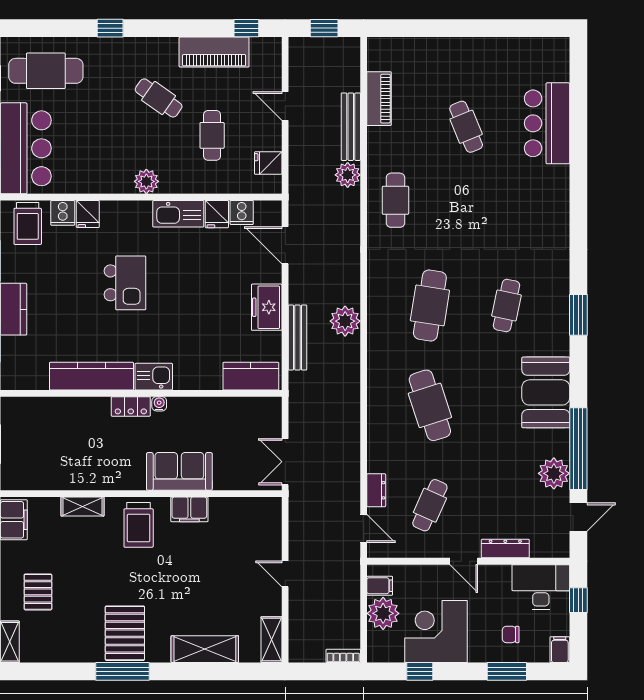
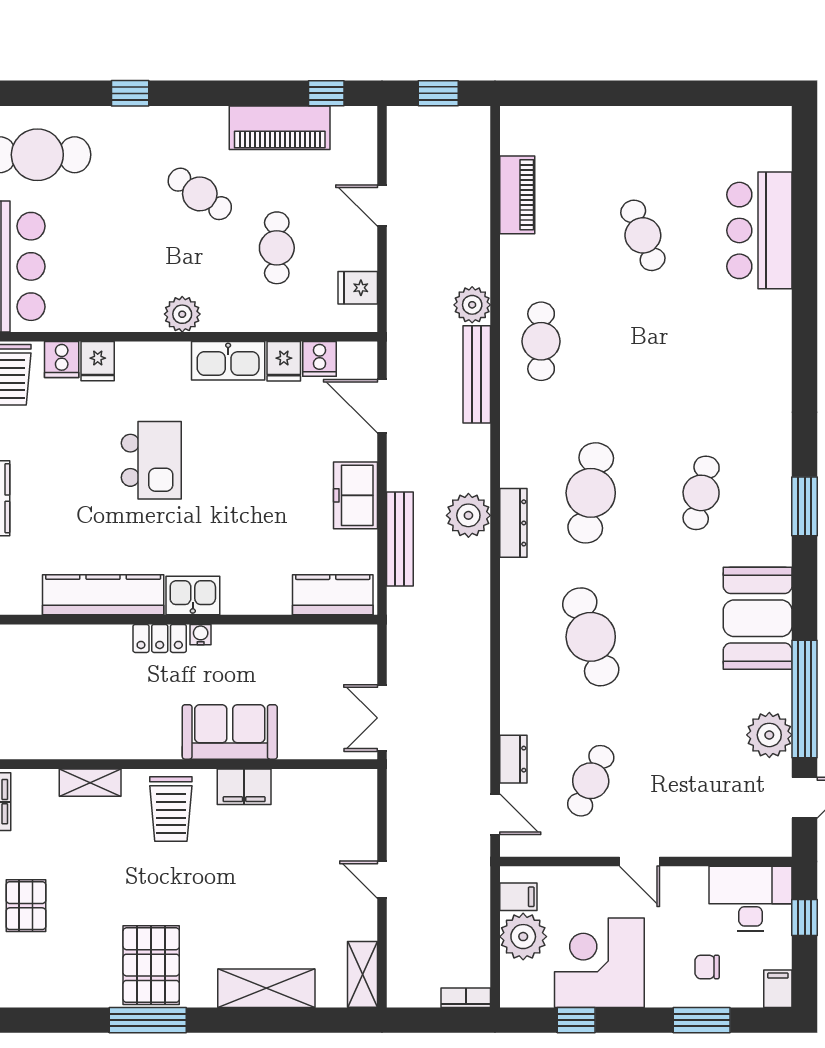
bench: (351, 127) -> (477, 374), moved
dresser: (505, 549) -> (513, 523), moved, turned 90

